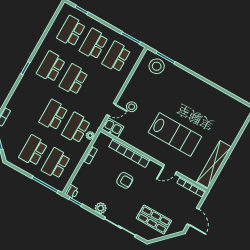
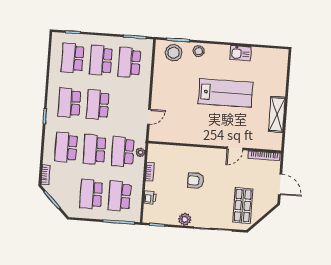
school desk: (31, 102) -> (66, 147), added
stool: (132, 107) -> (199, 51), moved
kitchen sink: (113, 128) -> (241, 53), moved, turned 180
lab bench: (175, 134) -> (226, 93), moved
bookcase: (129, 153) -> (187, 151), removed
shelving: (214, 164) -> (277, 115), width x0.68
armchair: (125, 180) -> (196, 181), turned 180
printer: (72, 192) -> (150, 197), moved
shop shelf: (154, 220) -> (243, 206), turned 90

